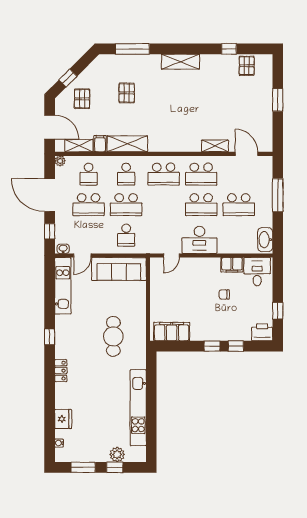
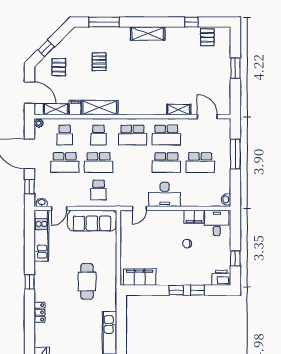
washbasin: (265, 240) -> (226, 199), width x0.52, depth x0.69

